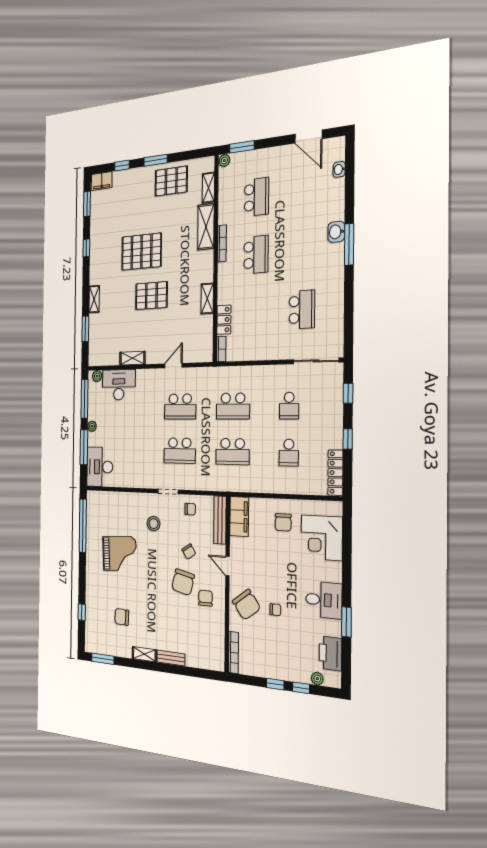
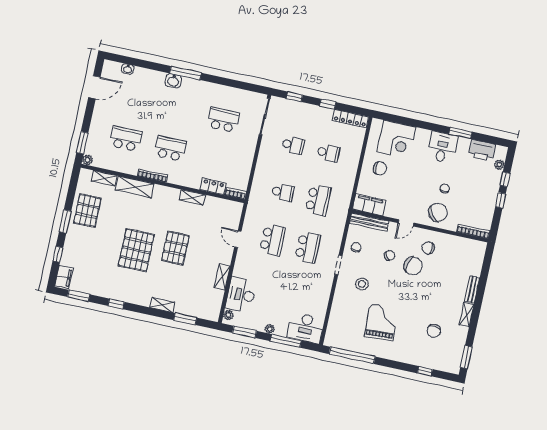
window: (84, 399) -> (245, 332), width x0.69
school desk: (233, 406) -> (283, 192), width x0.54

